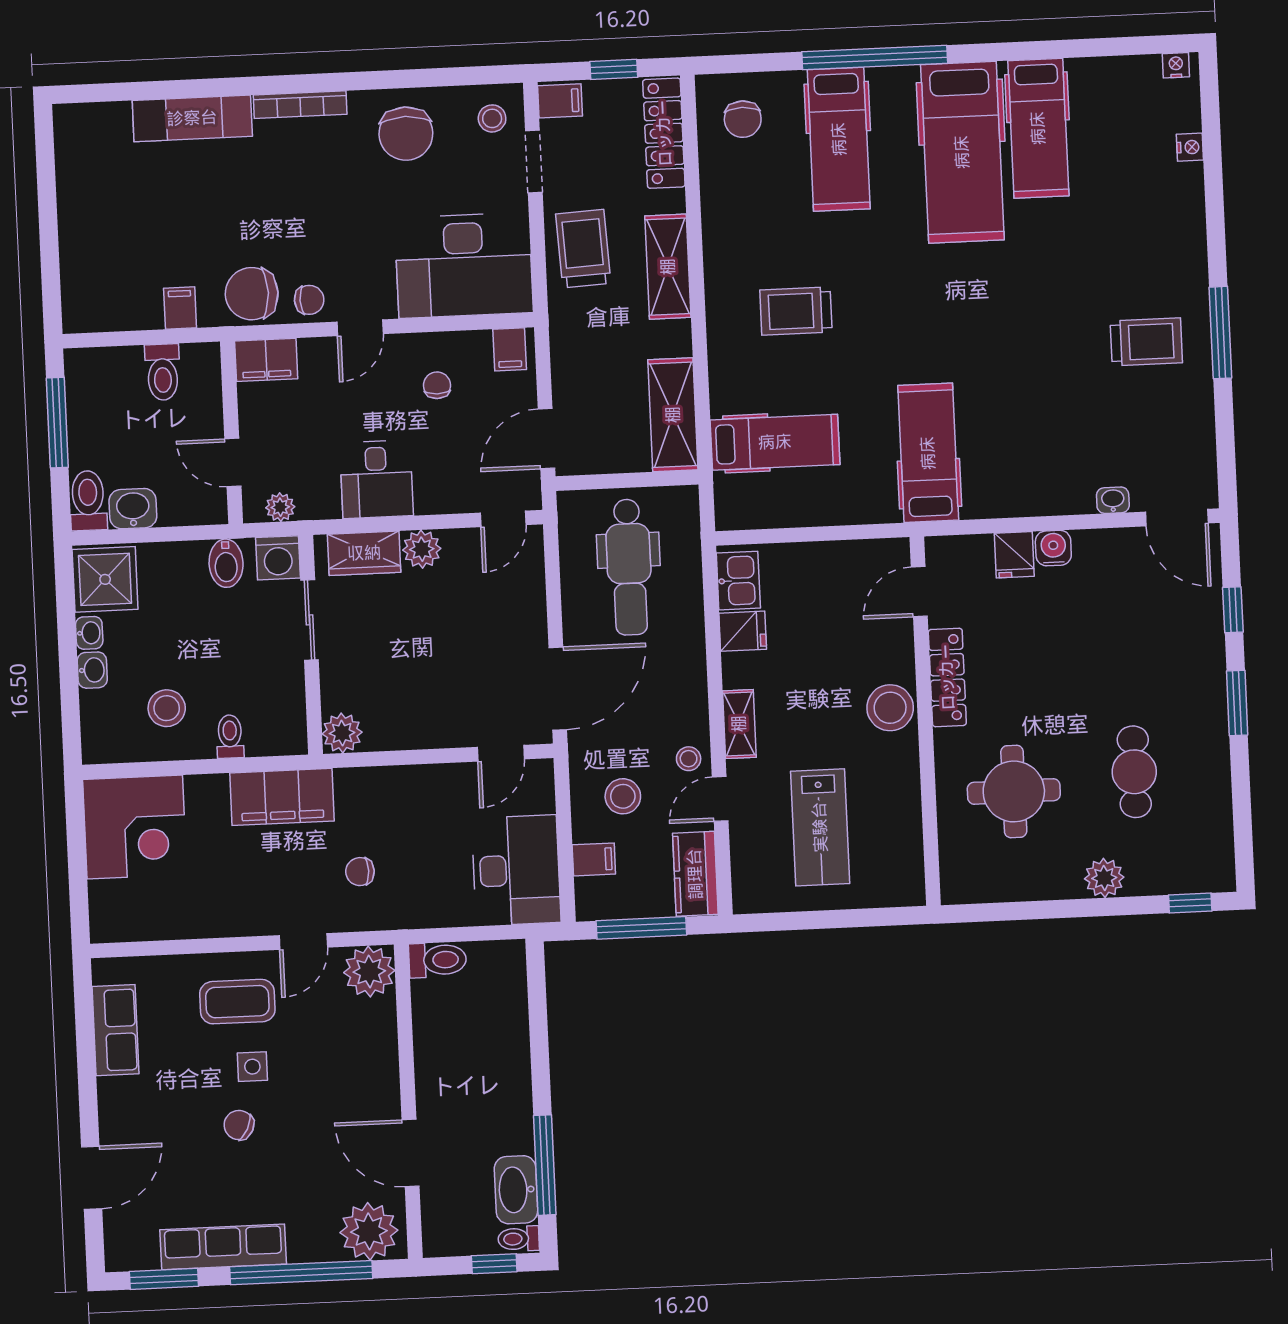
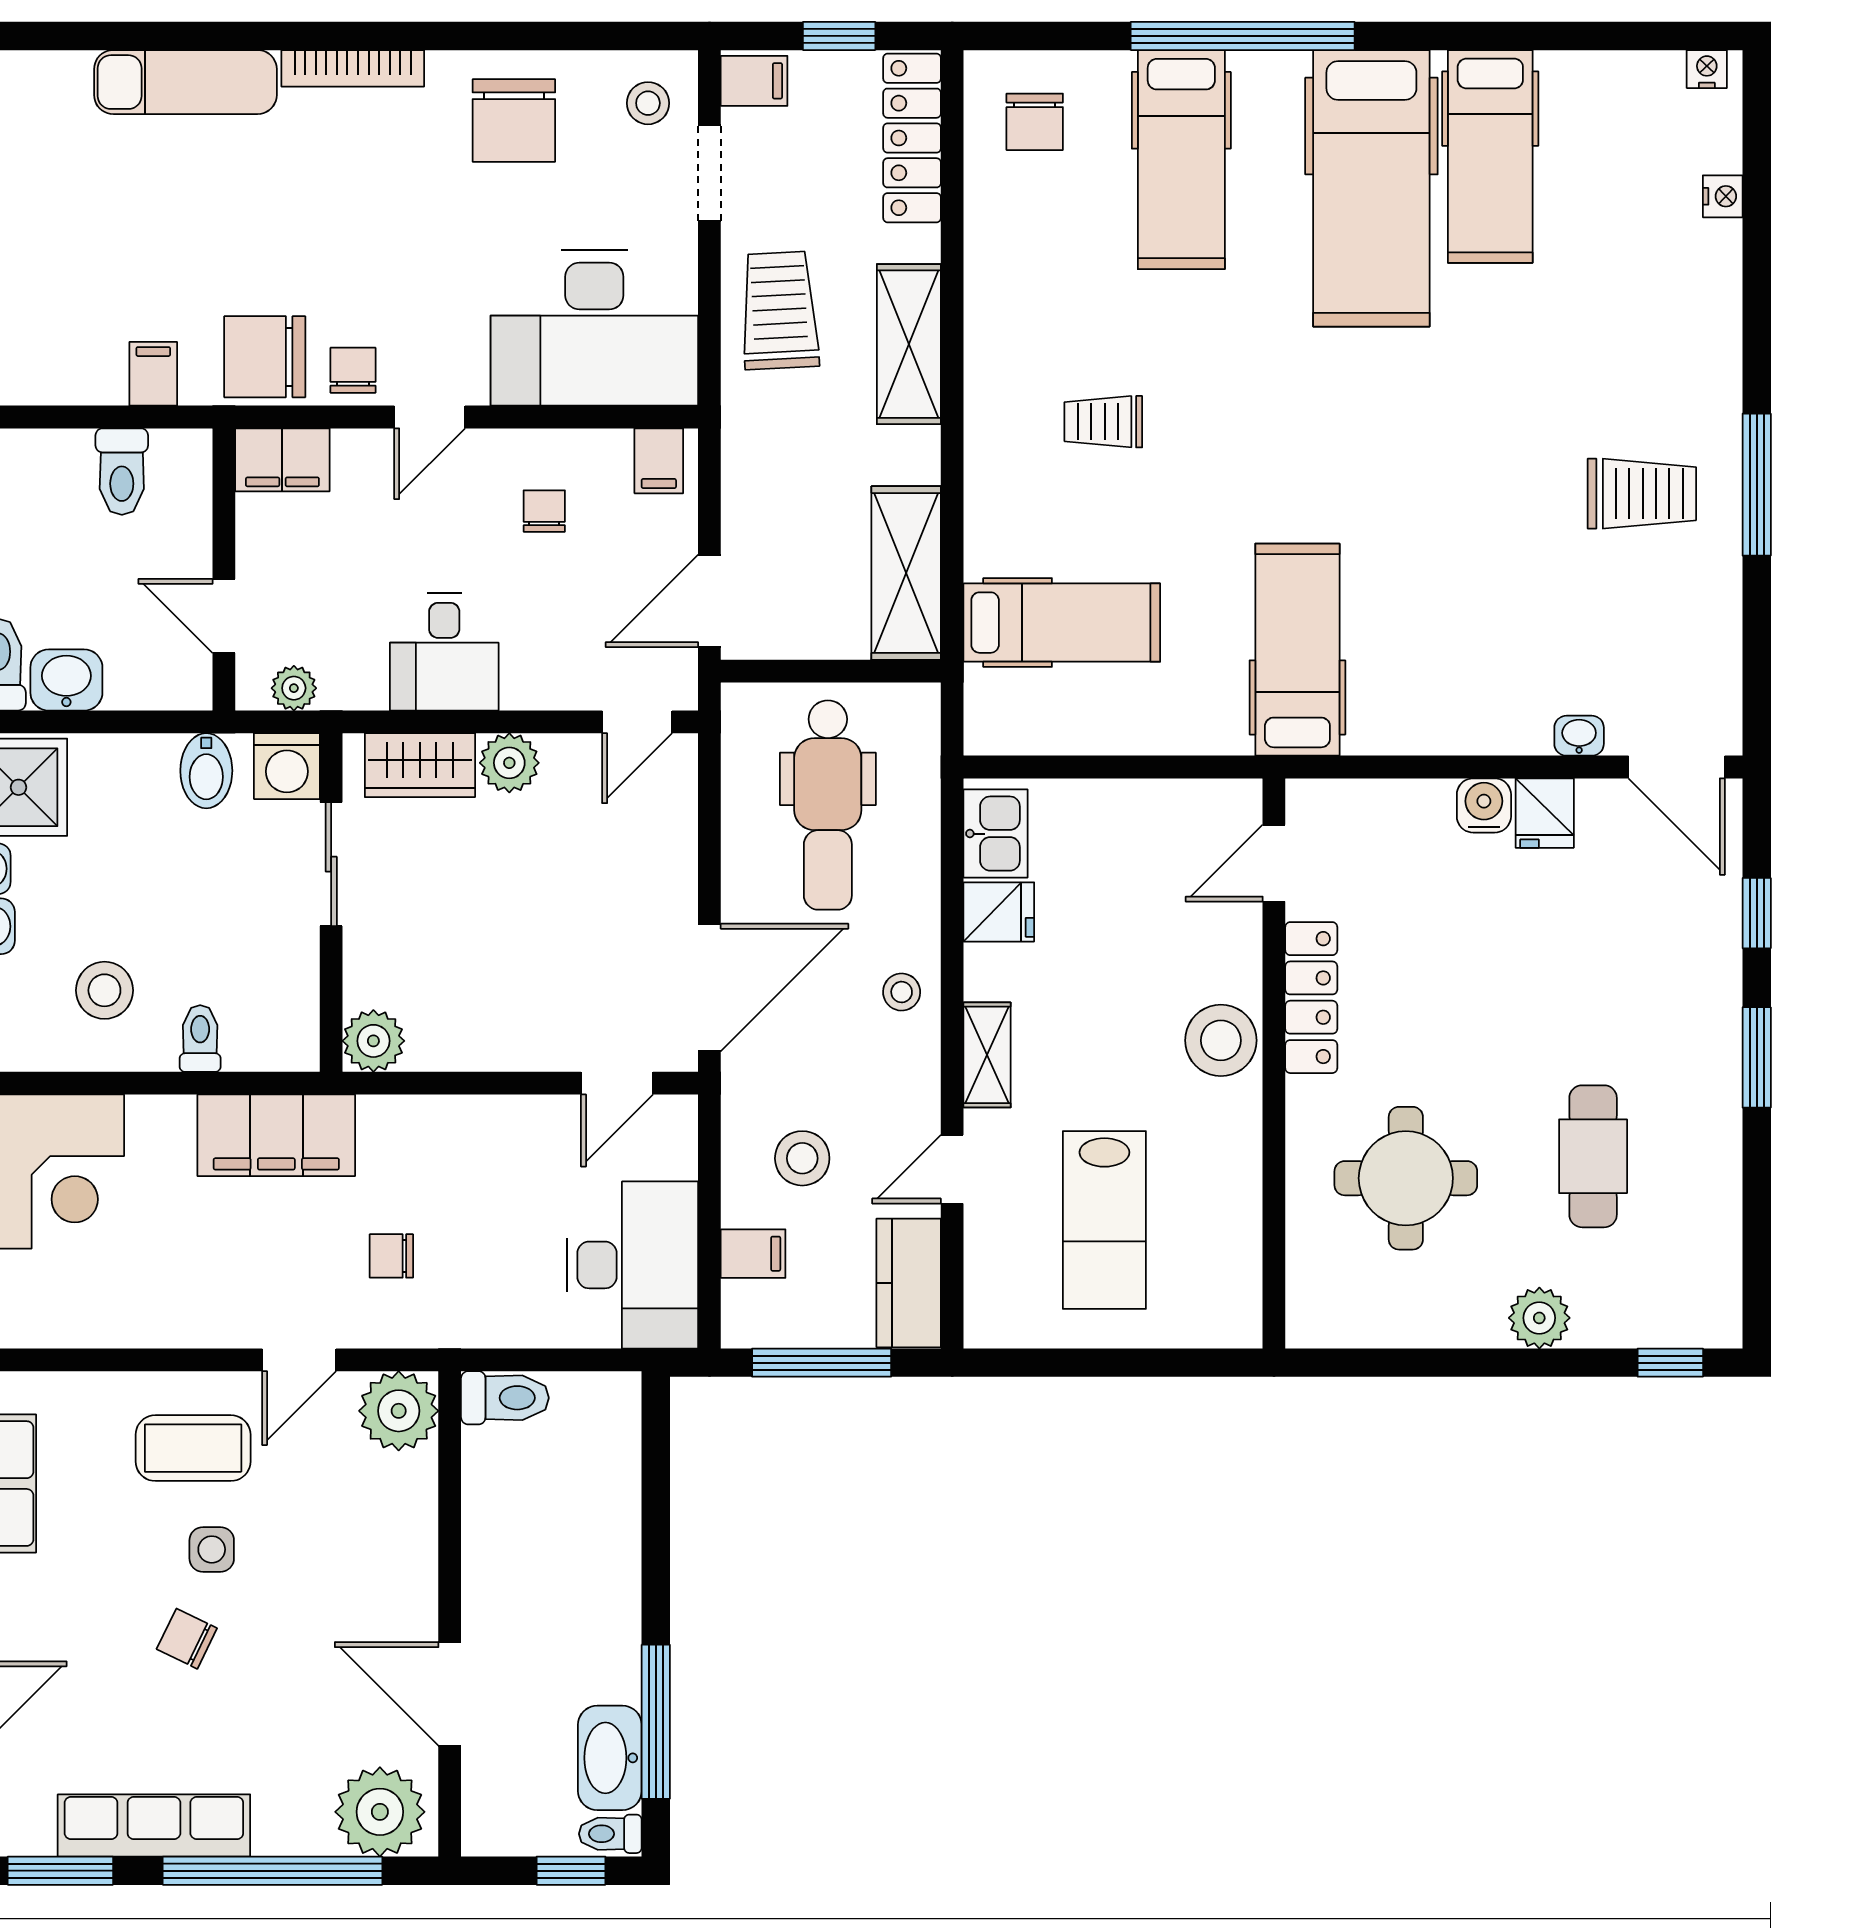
chair: (309, 300) -> (353, 370), turned -88
trolley: (796, 311) -> (1103, 422), width x0.73, depth x0.72
fridge: (1014, 555) -> (1545, 813), moved
stool: (689, 759) -> (902, 992), moved

